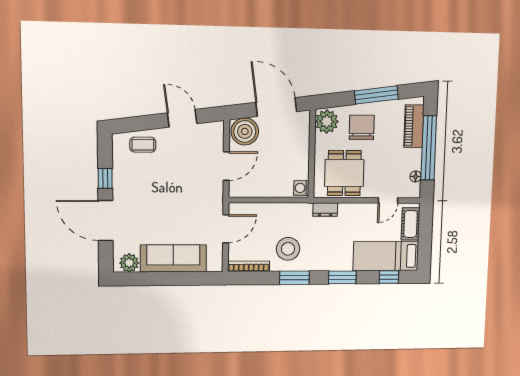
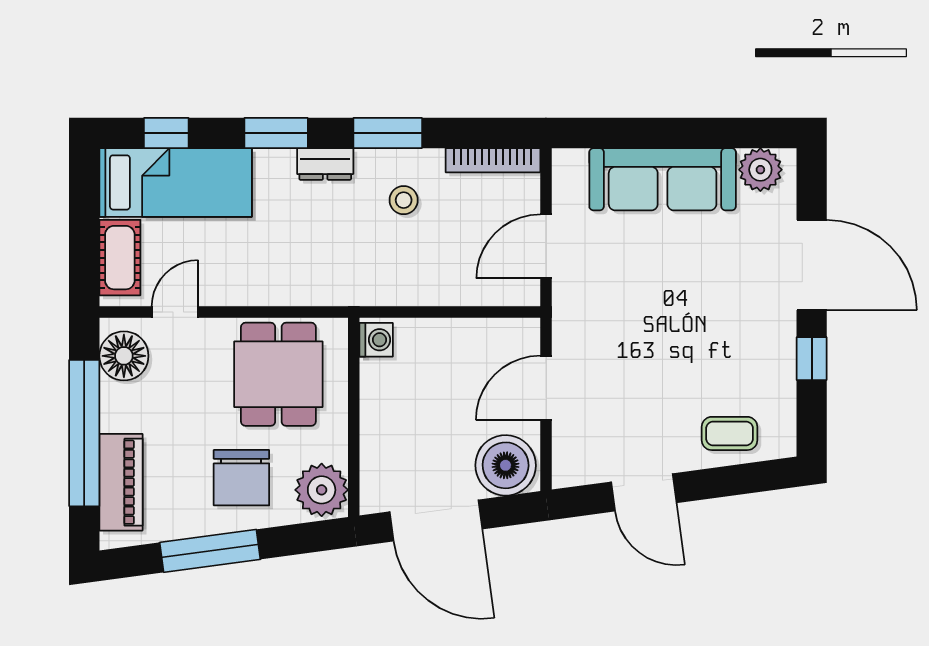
floor lamp: (416, 177) -> (124, 356), width x1.89, depth x1.89
dresser: (325, 210) -> (325, 164), moved, turned 180
stool: (288, 249) -> (404, 200), width x0.53, depth x0.53

